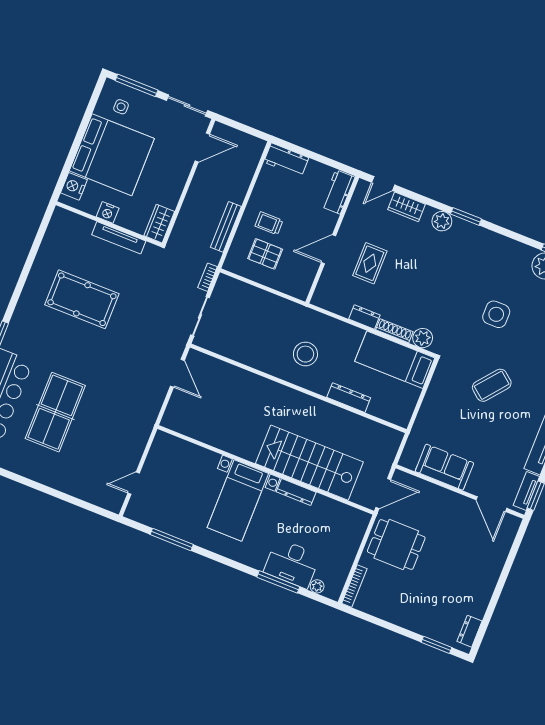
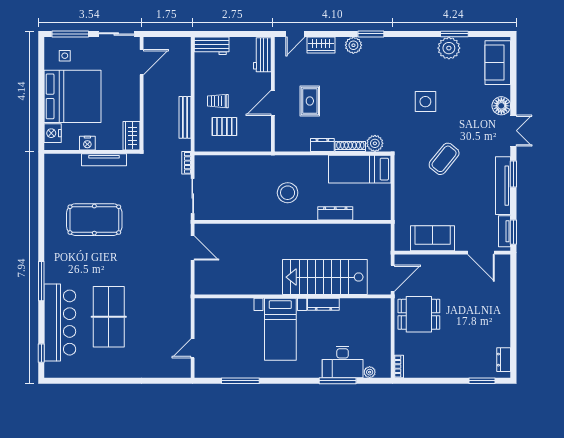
bookcase: (354, 586) -> (399, 366), width x0.64

